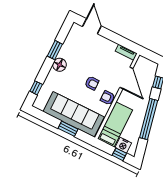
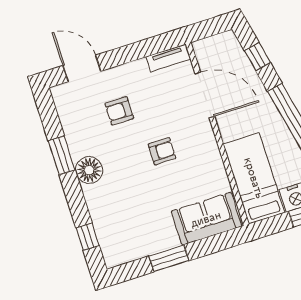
armchair: (108, 98) -> (119, 111), moved
sofa: (74, 114) -> (206, 219), width x0.54, depth x0.79
window: (68, 129) -> (169, 258), moved

